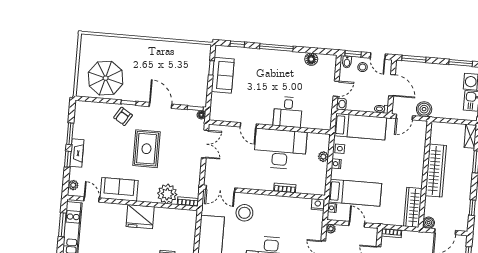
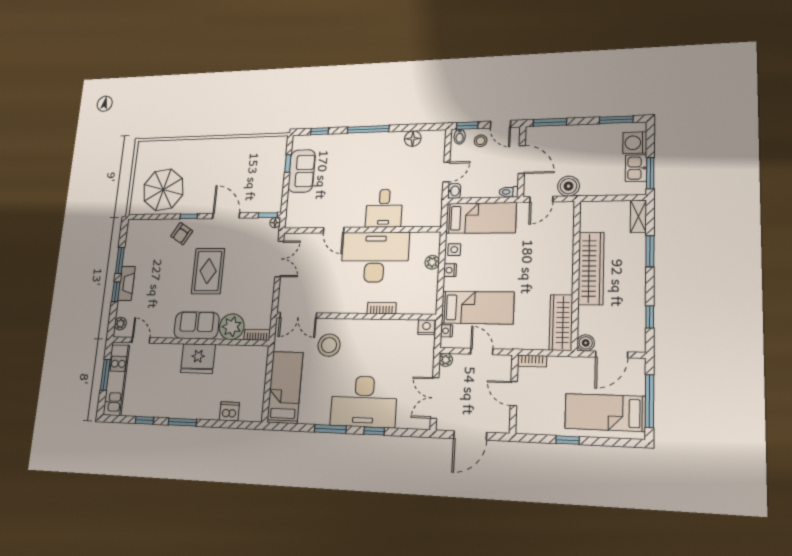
sofa: (119, 189) -> (197, 325), moved

